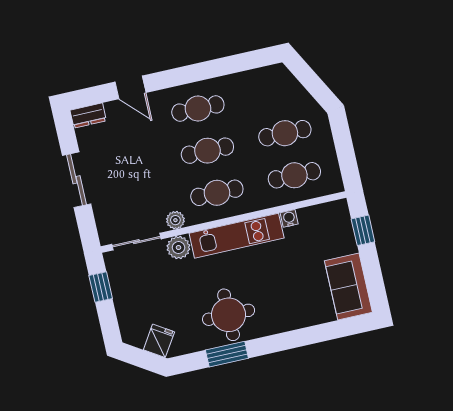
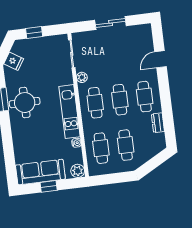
dresser: (88, 115) -> (158, 123), moved
window: (363, 230) -> (49, 186), moved
plant: (178, 248) -> (78, 171), moved
sofa: (348, 286) -> (40, 172), width x1.36
window: (101, 287) -> (34, 33), moved

